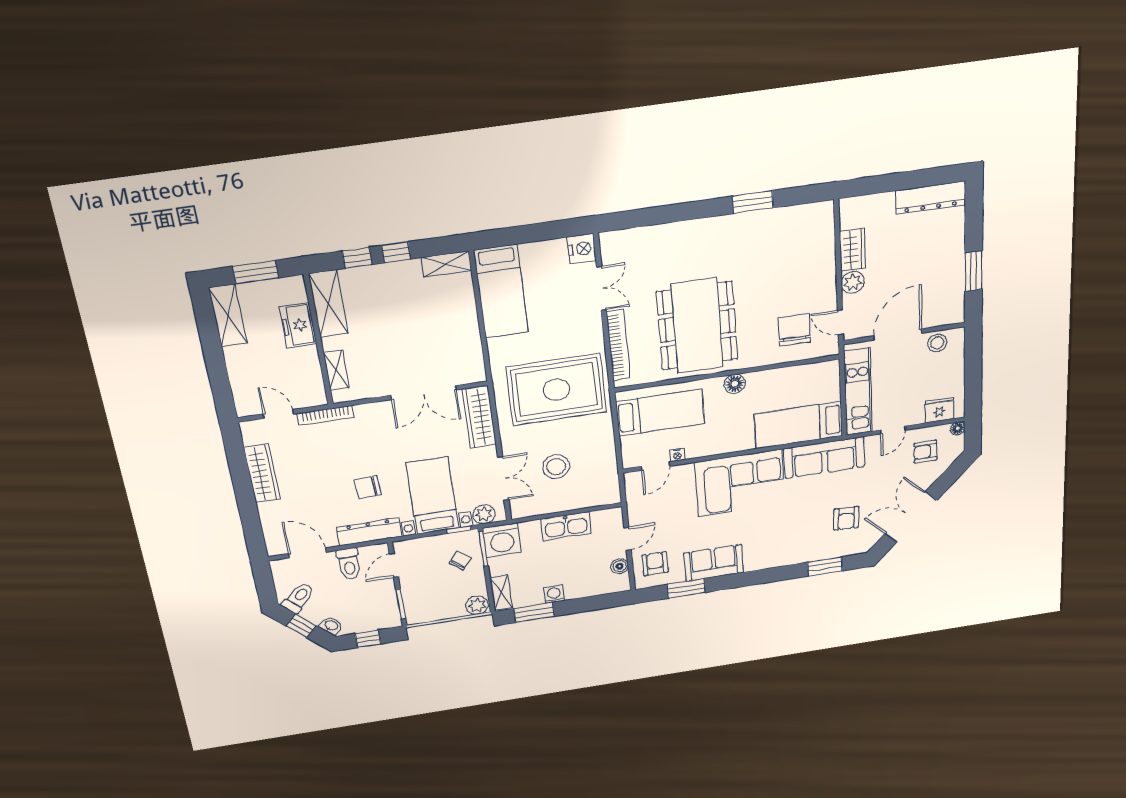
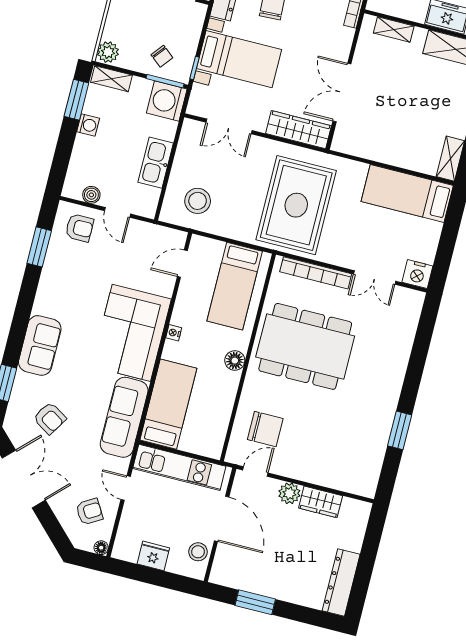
fridge: (939, 410) -> (153, 556), moved, turned -90
armchair: (925, 452) -> (89, 512), turned 59
nightstand: (677, 455) -> (174, 333), moved
door: (656, 466) -> (182, 264), hinge flipped
stool: (556, 467) -> (198, 201), moved
plant: (484, 514) -> (200, 96), removed
armchair: (846, 518) -> (50, 418), turned -151
sofa: (714, 563) -> (40, 345), moved

